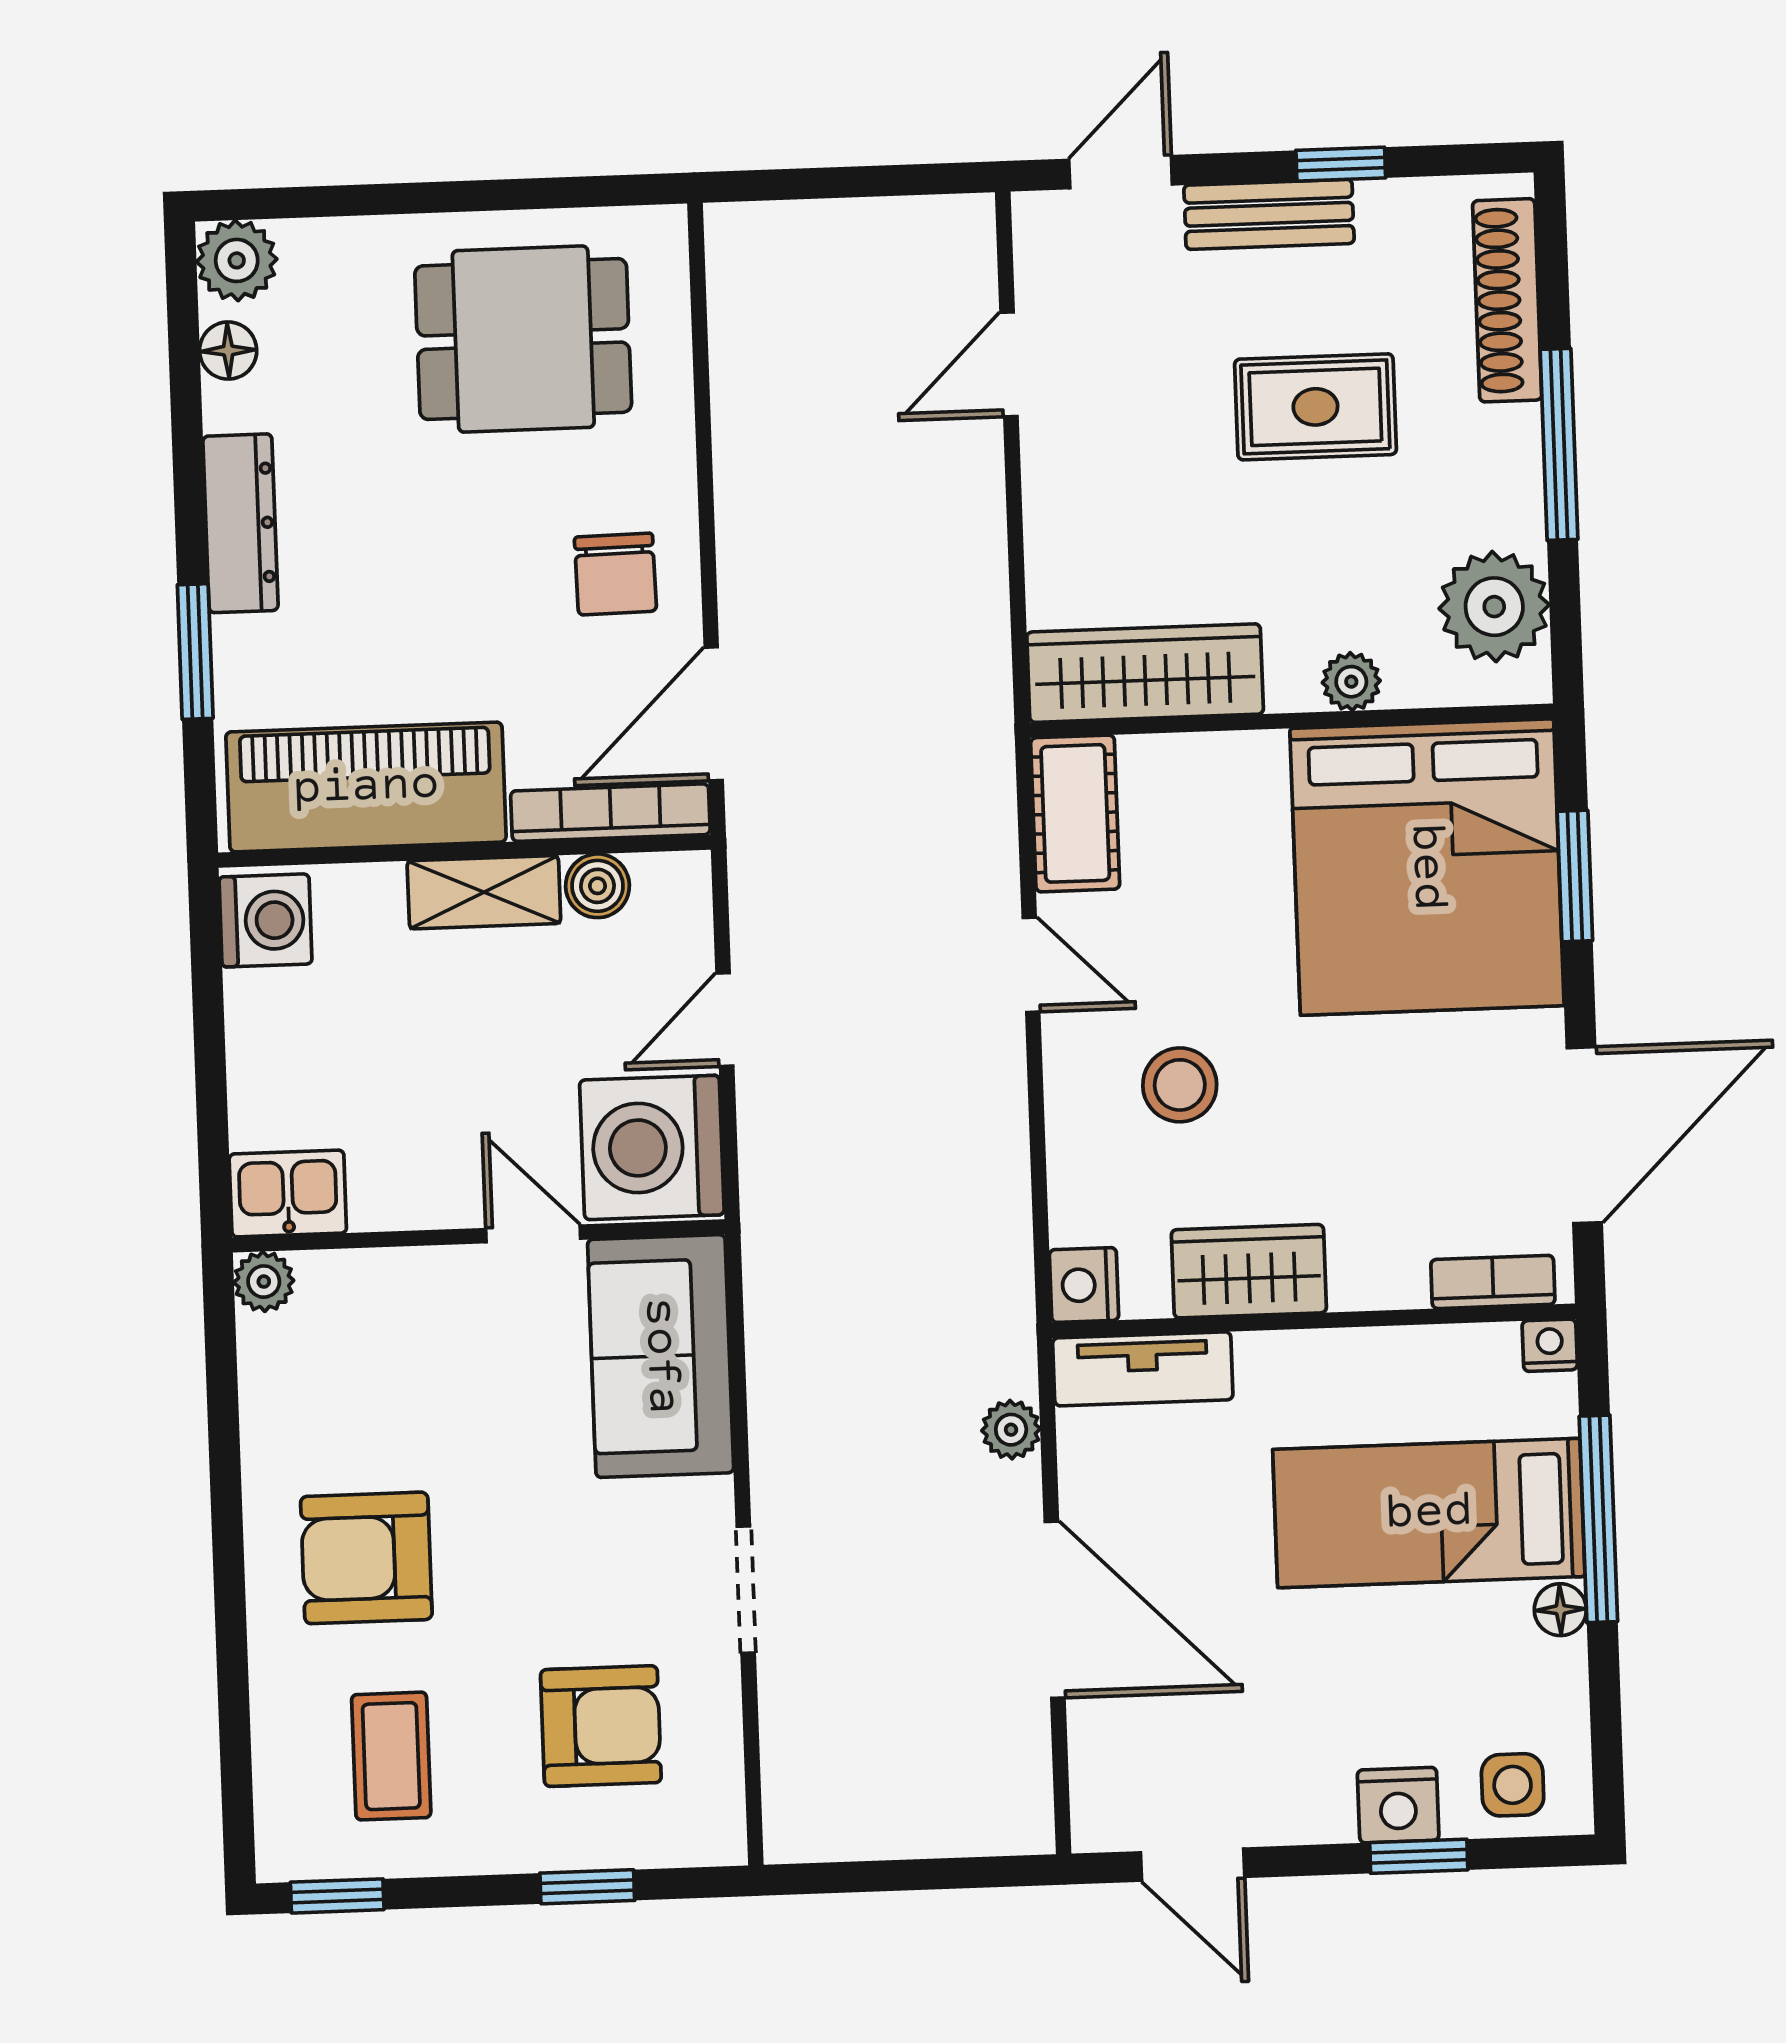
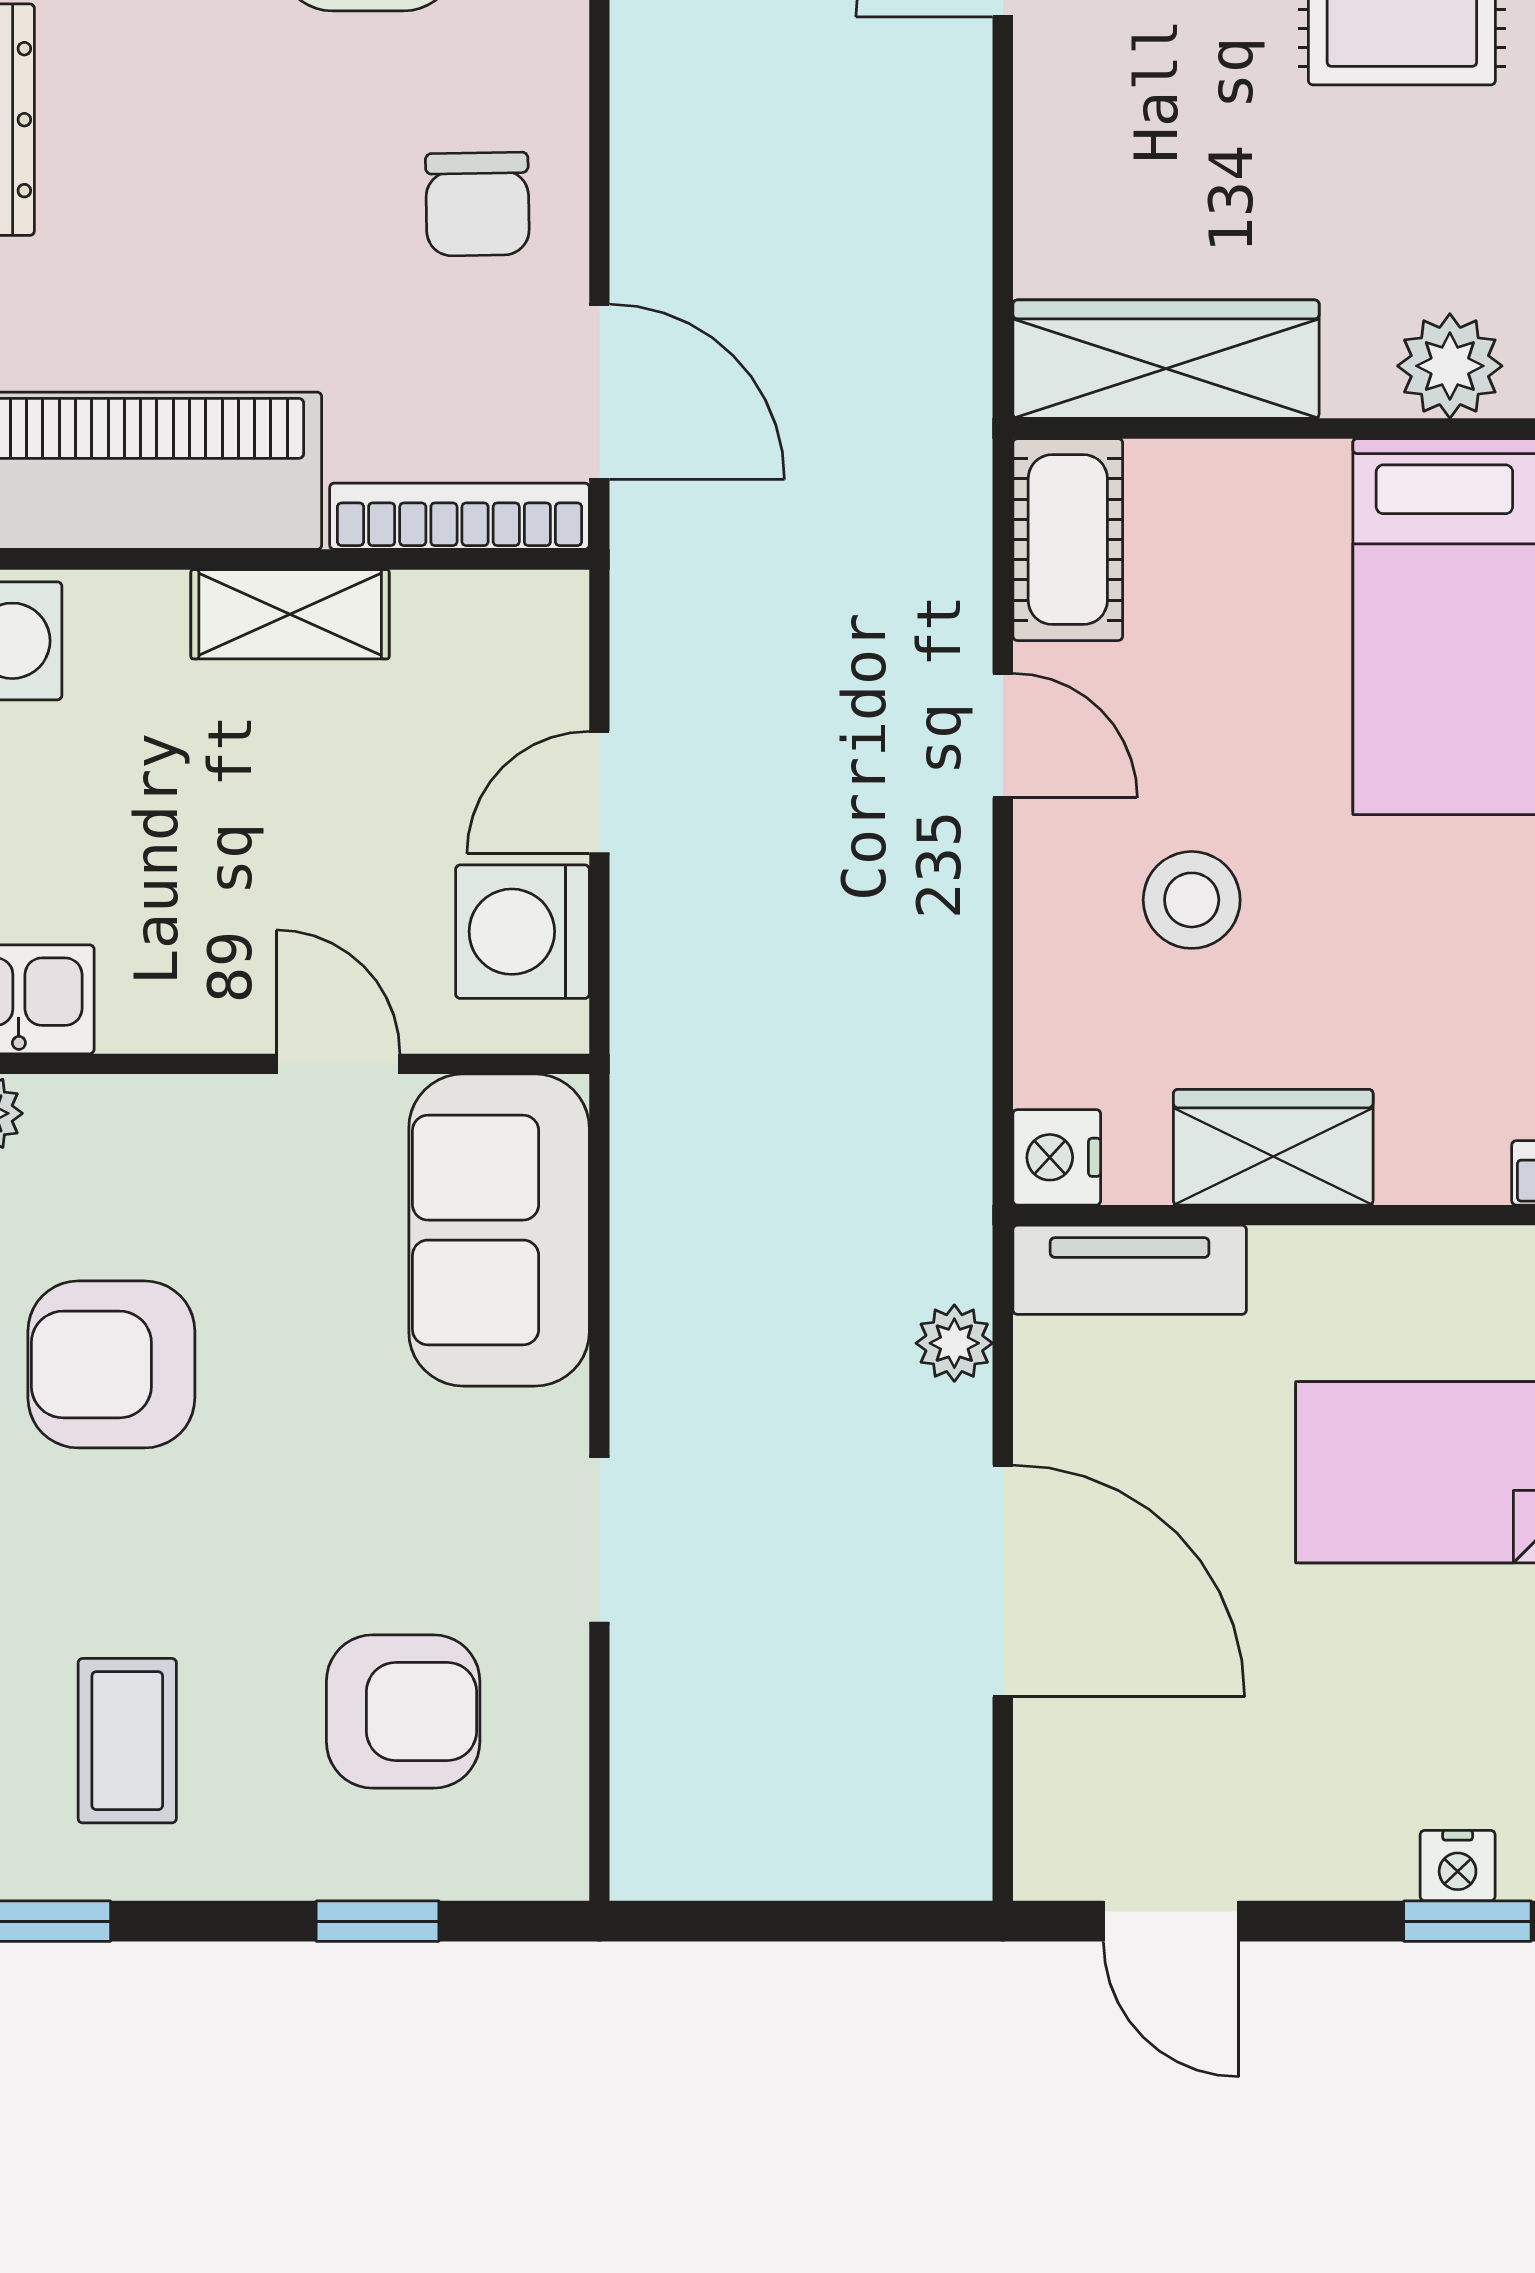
plant: (1351, 682) -> (1450, 366), width x1.38, depth x1.38
door: (714, 714) -> (599, 392), swing flipped
boiler: (597, 886) -> (439, 611), removed
washing machine: (652, 1147) -> (522, 932), width x0.73, depth x0.73
armchair: (366, 1558) -> (111, 1364), moved
nightstand: (1398, 1805) -> (1458, 1866), width x0.72, depth x0.74

